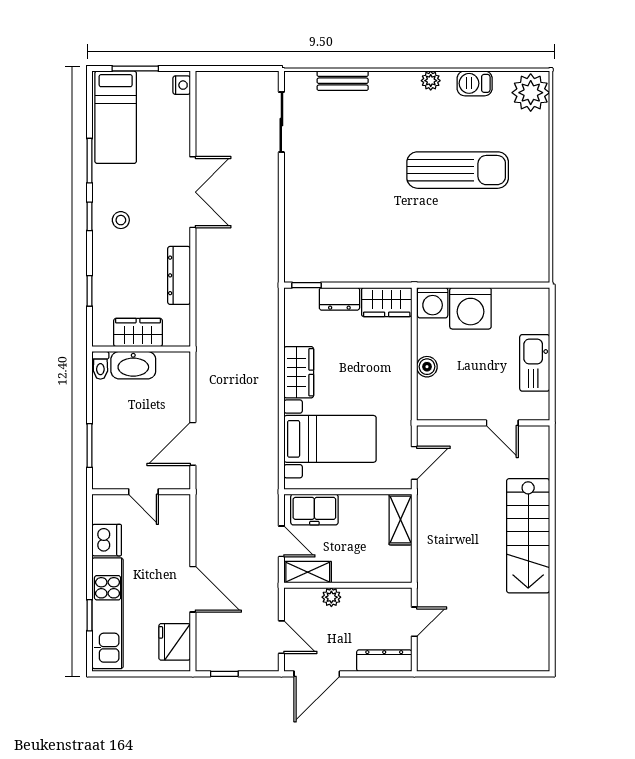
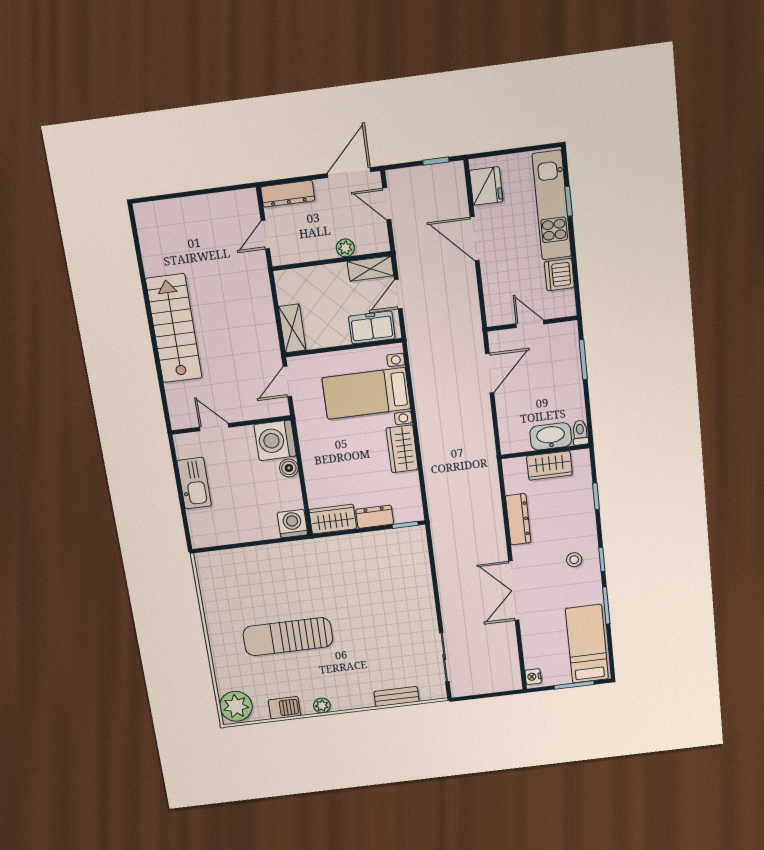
washing machine: (470, 308) -> (275, 440), moved, turned -90
door: (281, 541) -> (398, 294), hinge flipped

